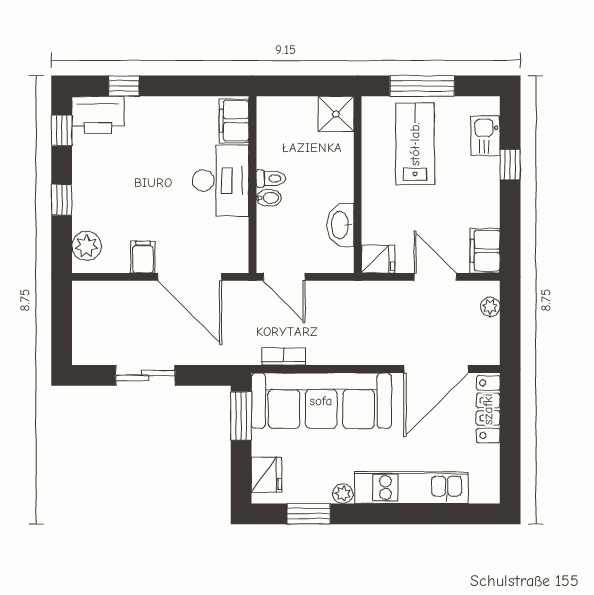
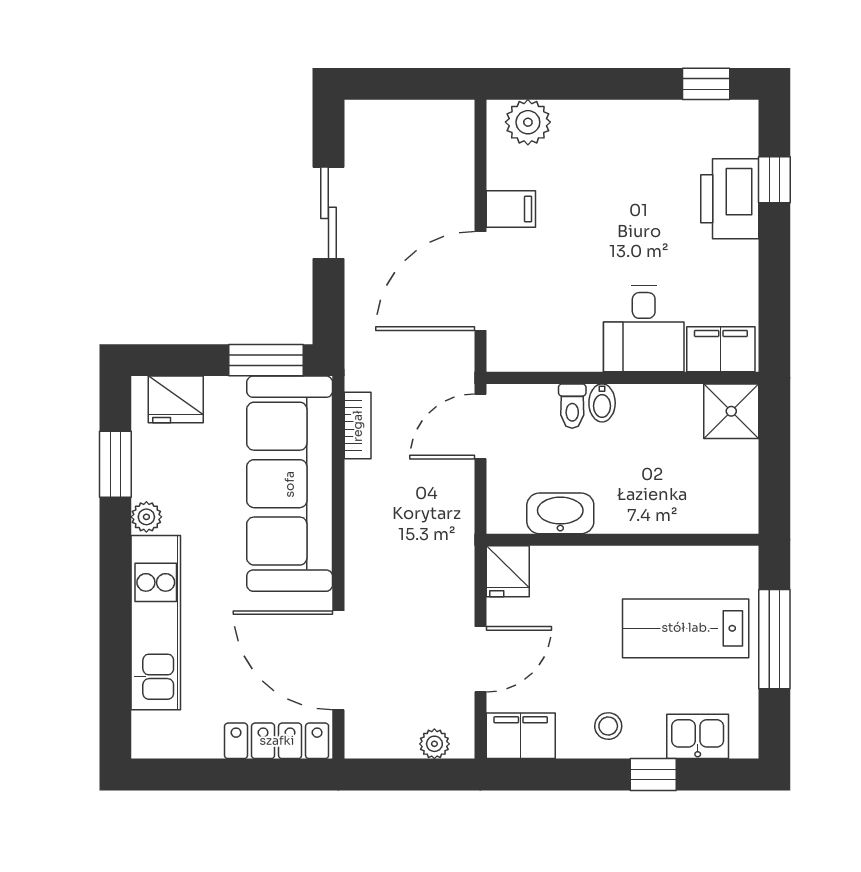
shower: (336, 114) -> (731, 411), moved
printer: (98, 115) -> (730, 199), moved
lab bench: (415, 144) -> (686, 628), turned 180
toilet: (271, 179) -> (572, 406), moved
desk: (221, 181) -> (644, 329), width x0.73
stool: (479, 194) -> (608, 726), added
window: (62, 200) -> (599, 84), removed

